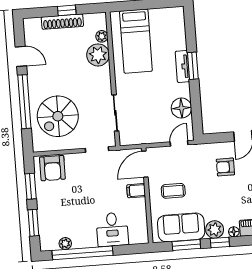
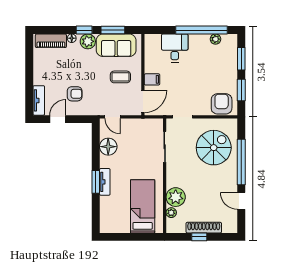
door: (179, 143) -> (112, 117), hinge flipped

